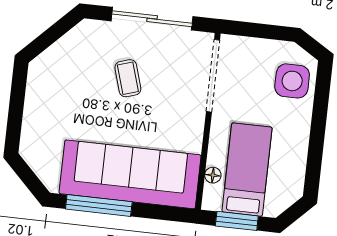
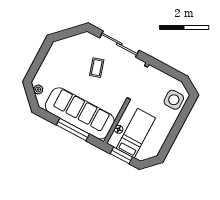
plant: (37, 161) -> (38, 90), added
window: (99, 205) -> (73, 130), moved

